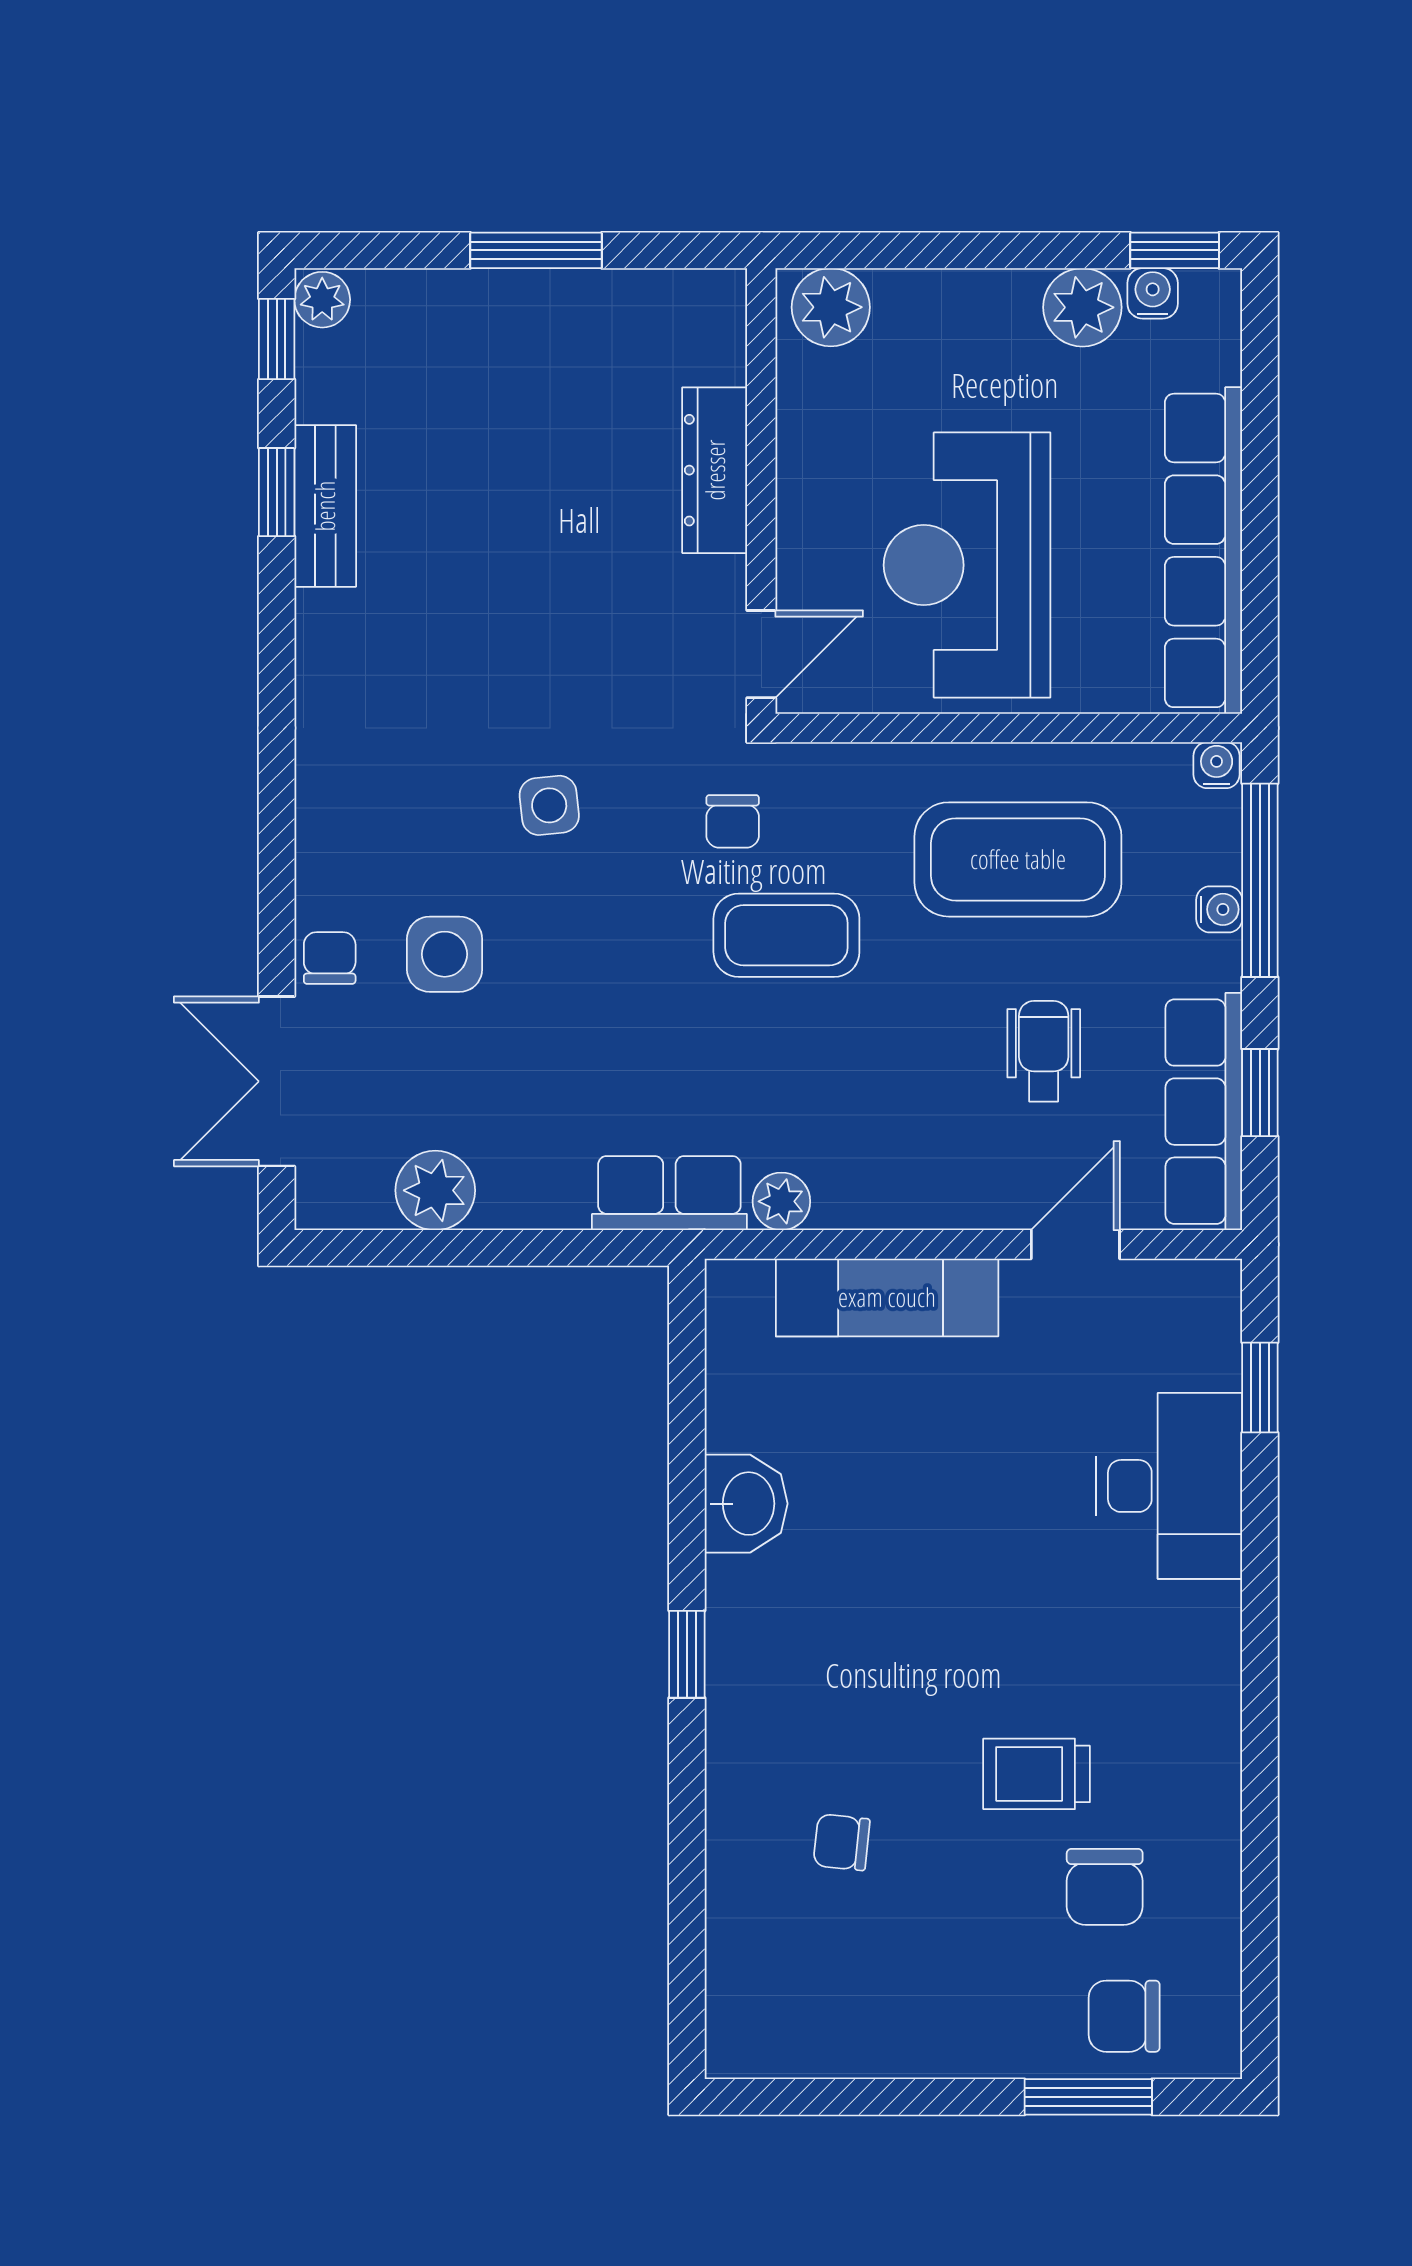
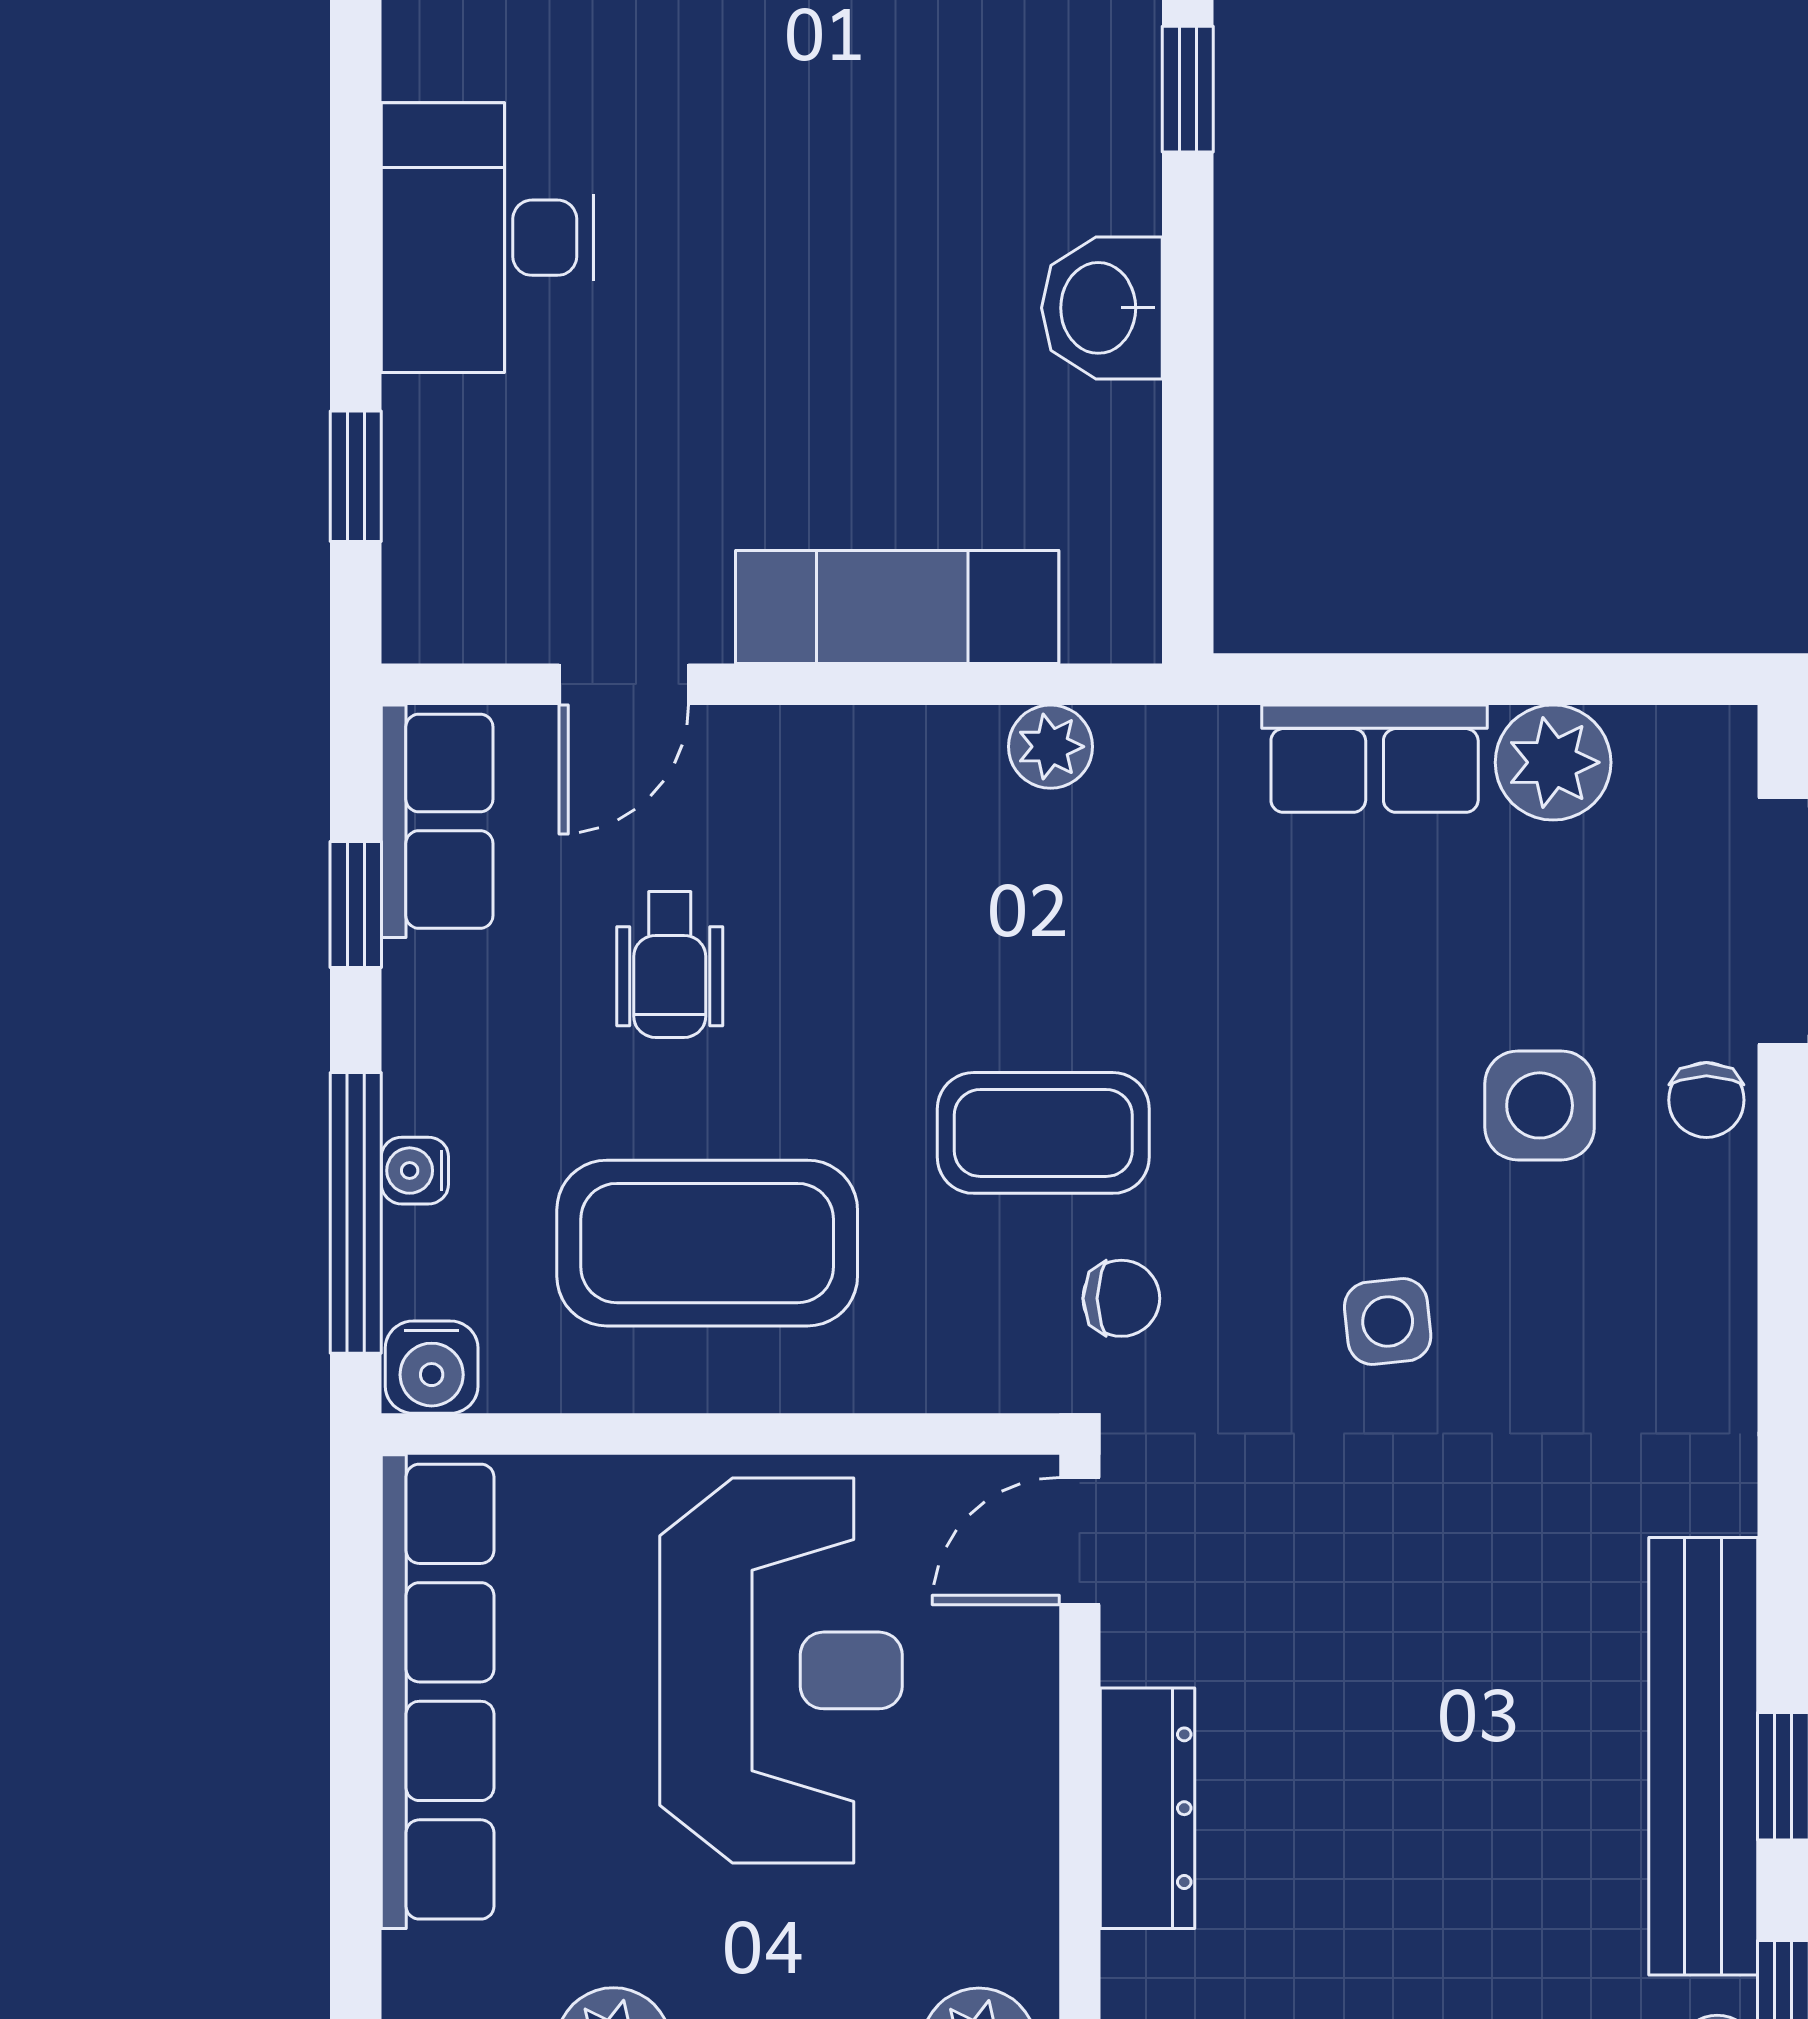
bench: (325, 506) -> (1703, 1756), width x1.86, depth x1.21
water cooler: (1217, 765) -> (432, 1367), width x1.38, depth x1.38
chair: (733, 821) -> (1121, 1298), turned 90
row of seats: (1204, 1112) -> (437, 821), width x0.68
row of seats: (669, 1193) -> (1375, 759), moved
desk: (1169, 1486) -> (488, 238), moved

